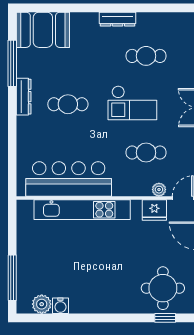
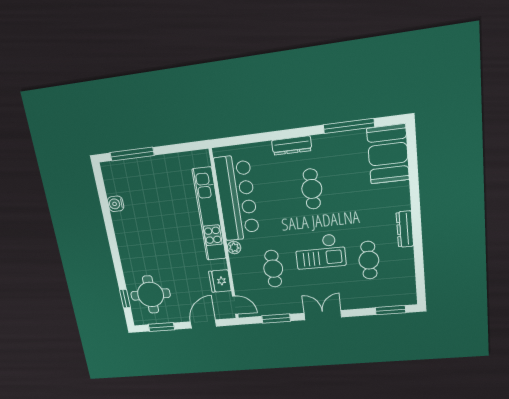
dresser: (24, 97) -> (292, 146), moved
checkout: (132, 103) -> (320, 251), turned -90
plant: (159, 190) -> (234, 248), moved
plant: (42, 304) -> (113, 186), removed

